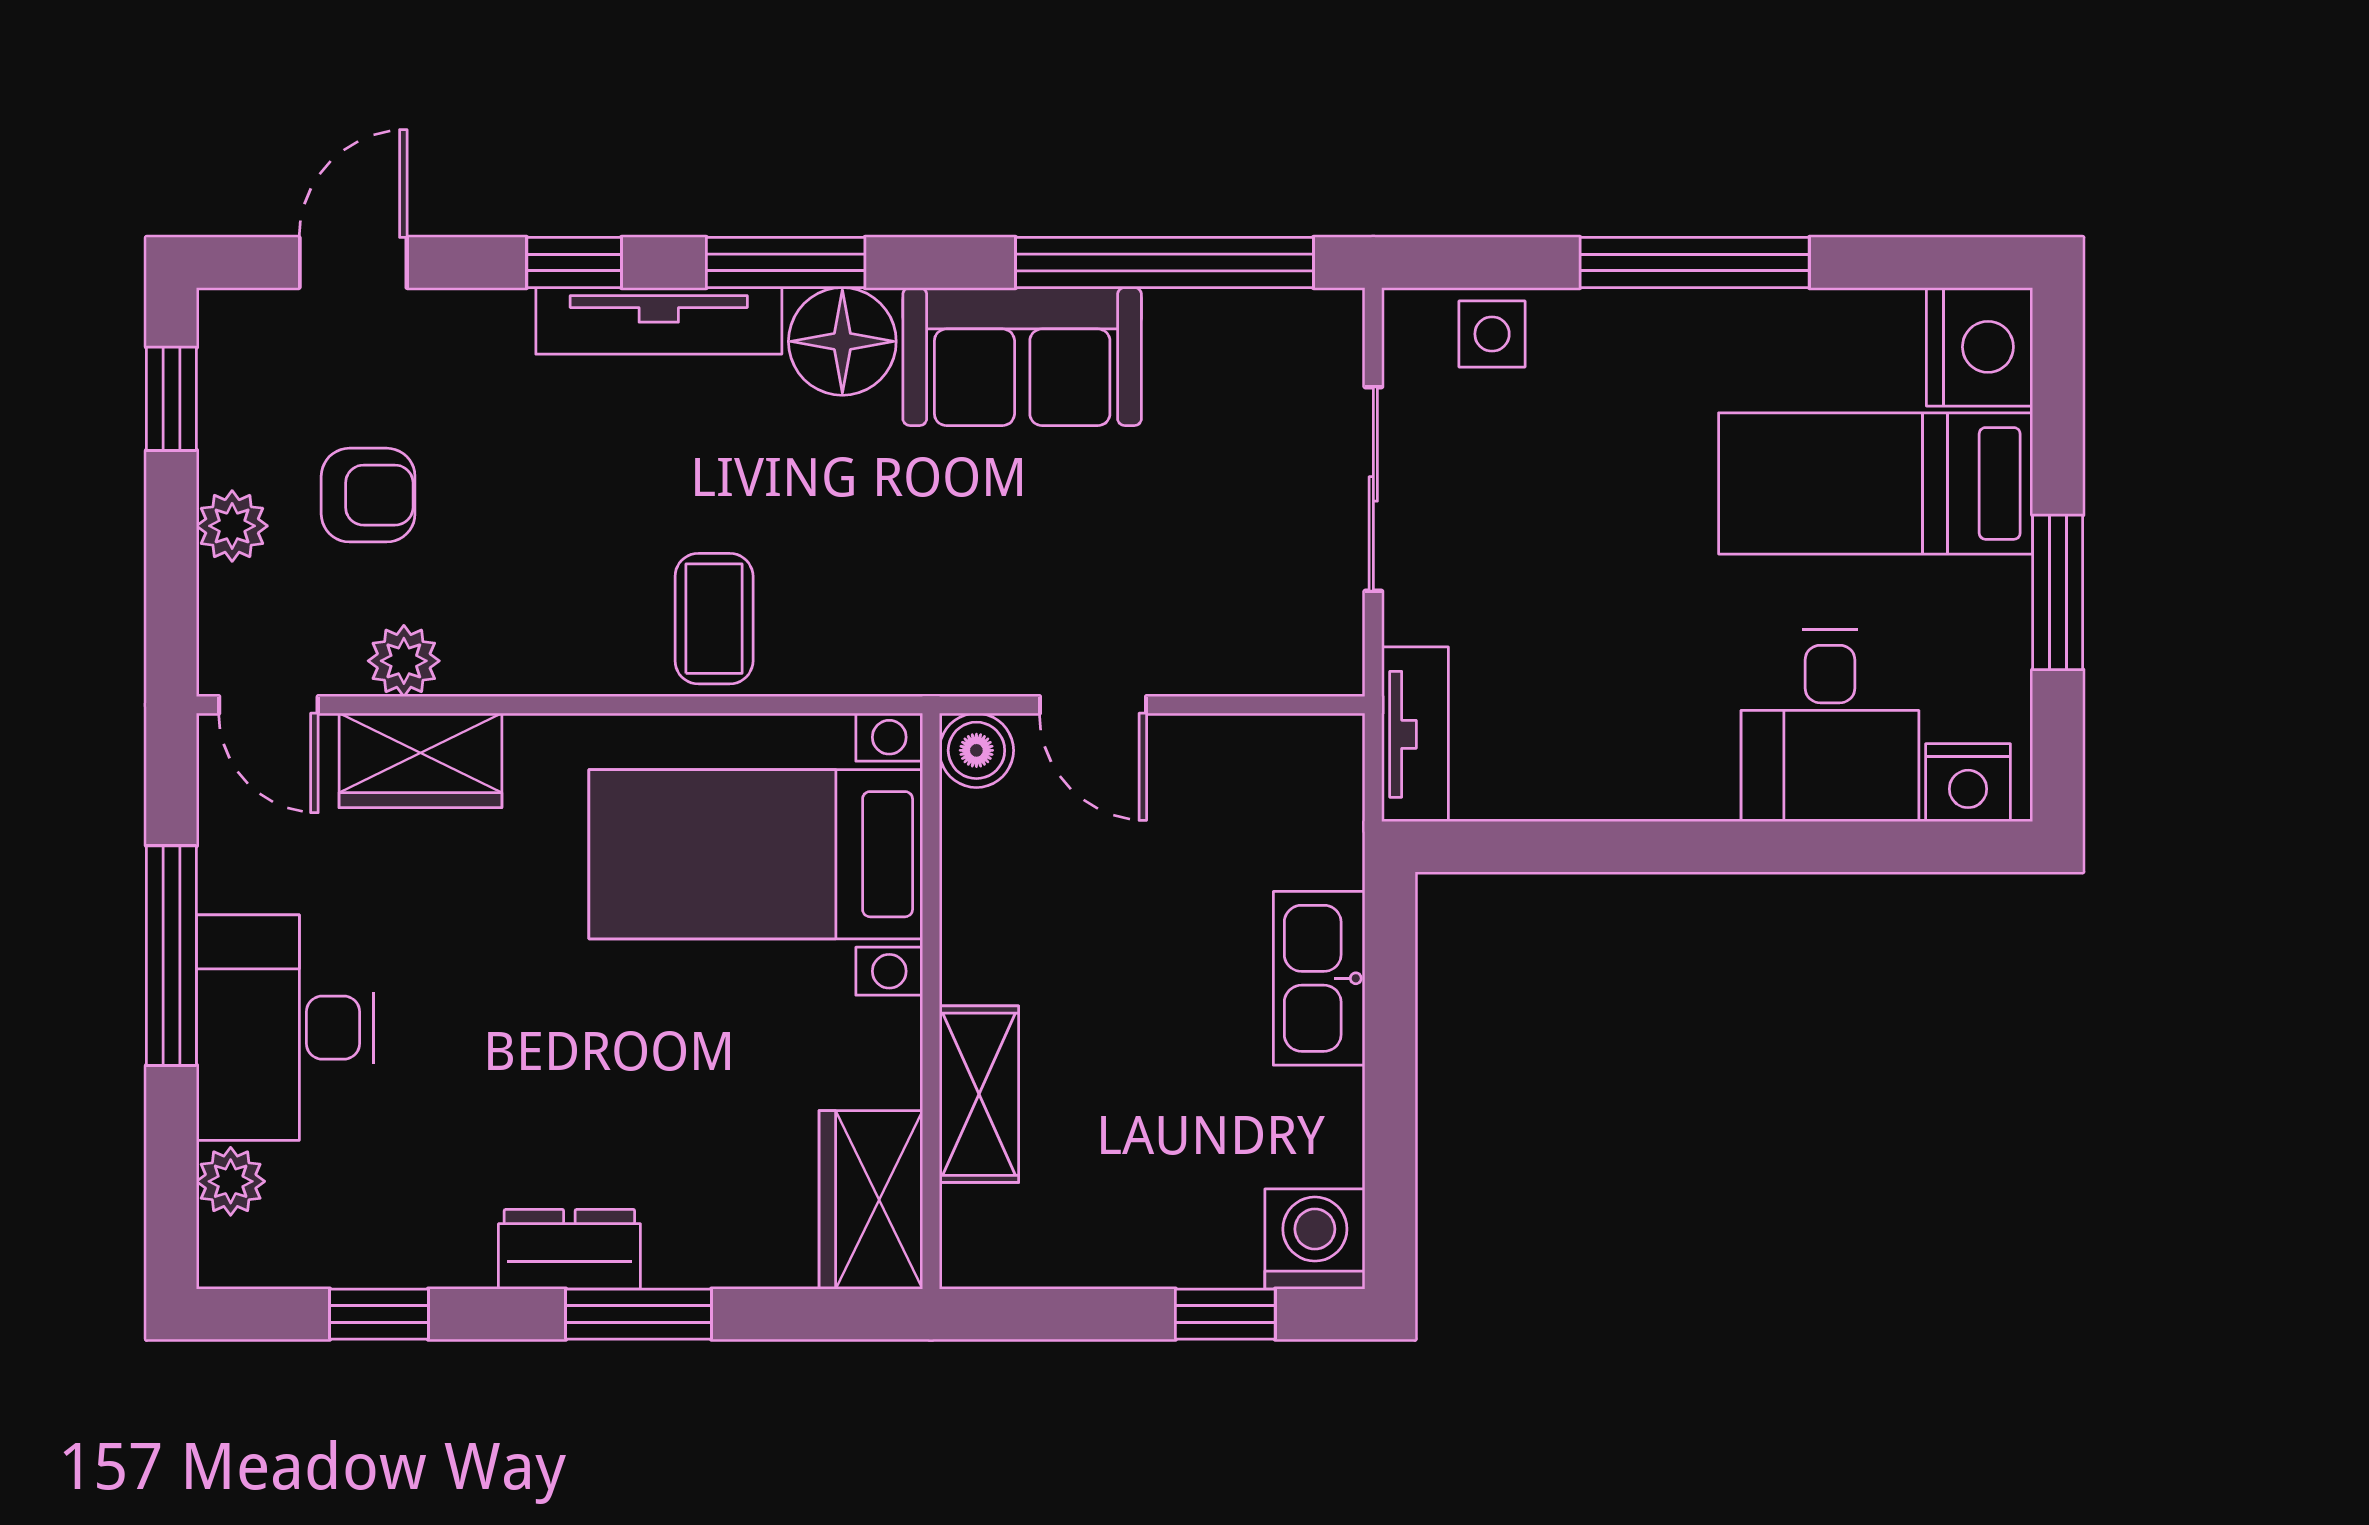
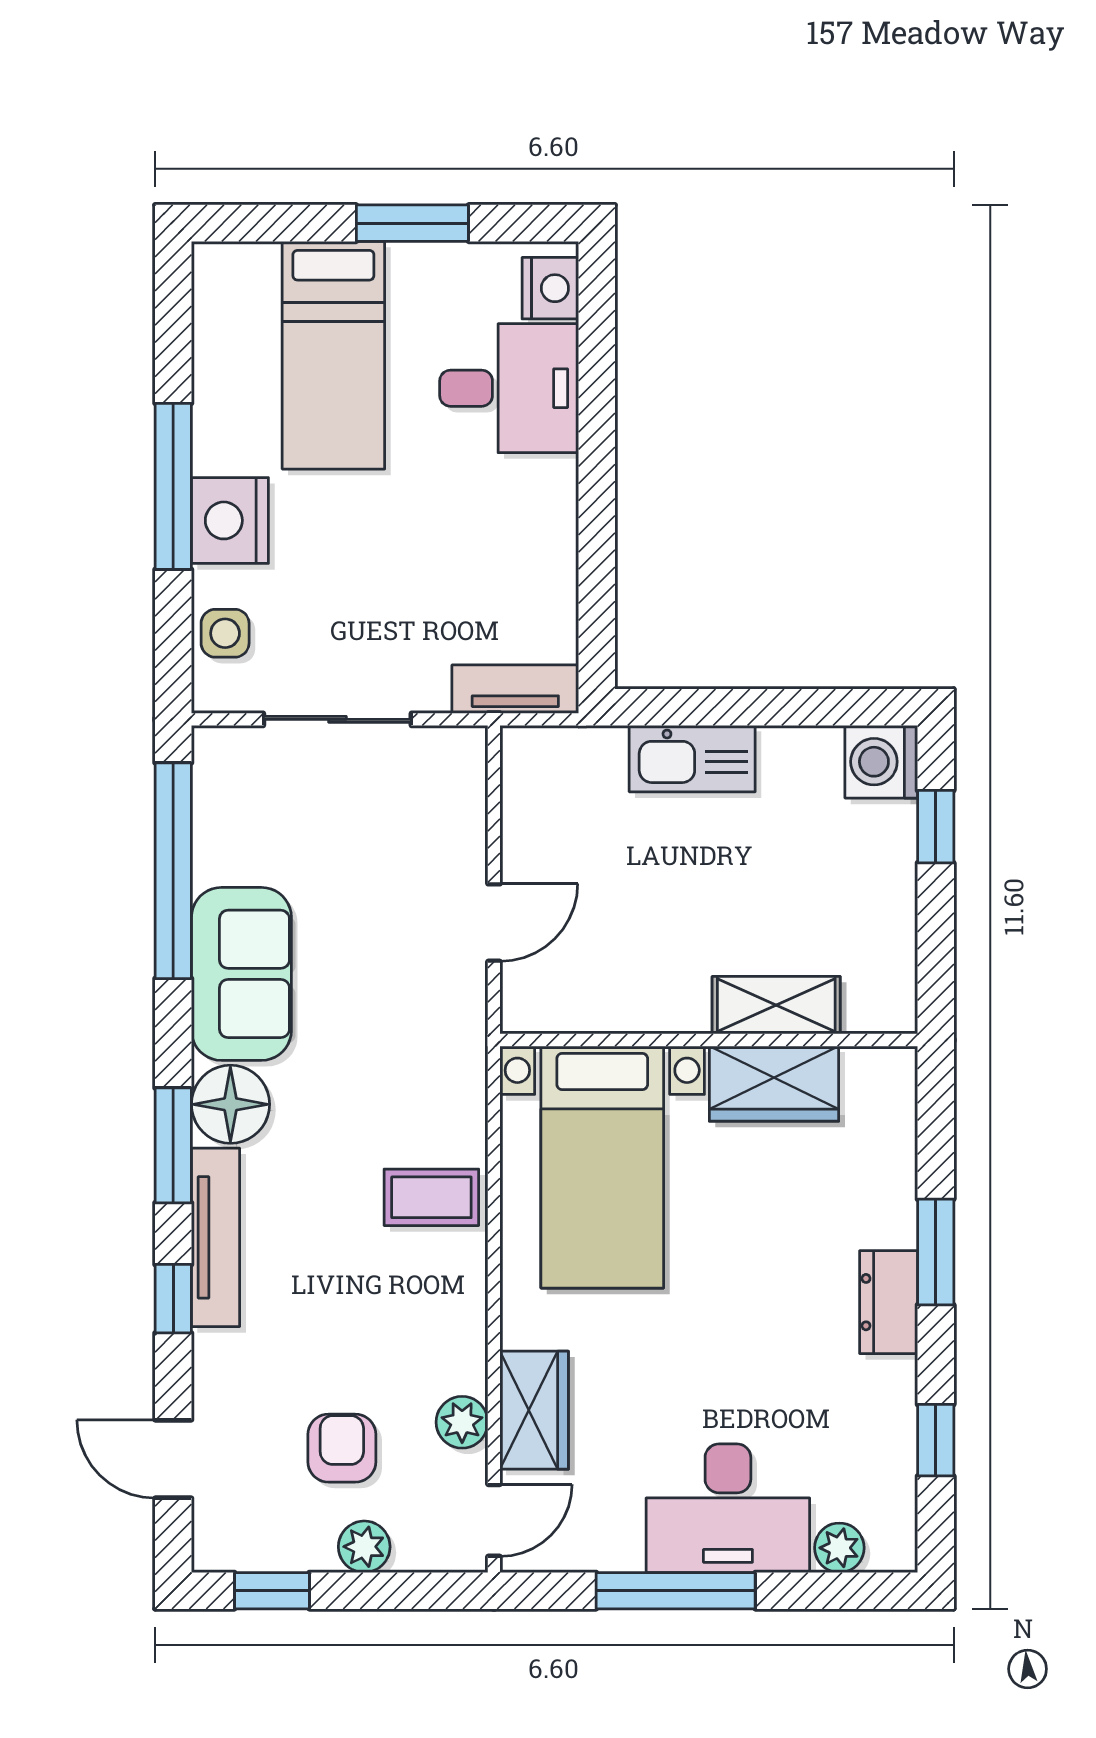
nightstand: (1979, 347) -> (230, 520), moved, turned -90
boiler: (976, 750) -> (527, 1007), removed
wardrobe: (871, 1200) -> (774, 1084), moved

